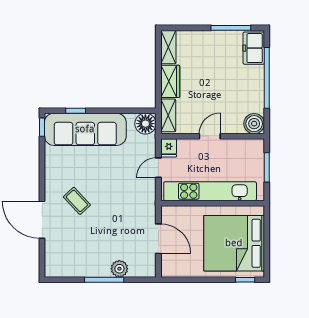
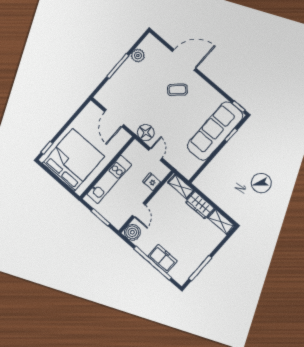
freezer: (254, 48) -> (163, 259), moved
floor lamp: (145, 124) -> (146, 133), moved
door: (210, 136) -> (139, 210), moved
fridge: (169, 148) -> (152, 182), moved
kitchen unit: (210, 191) -> (109, 179), width x0.73
door: (158, 239) -> (114, 118), hinge flipped
plant: (119, 269) -> (138, 56), moved

